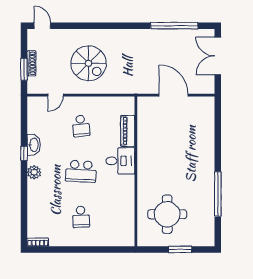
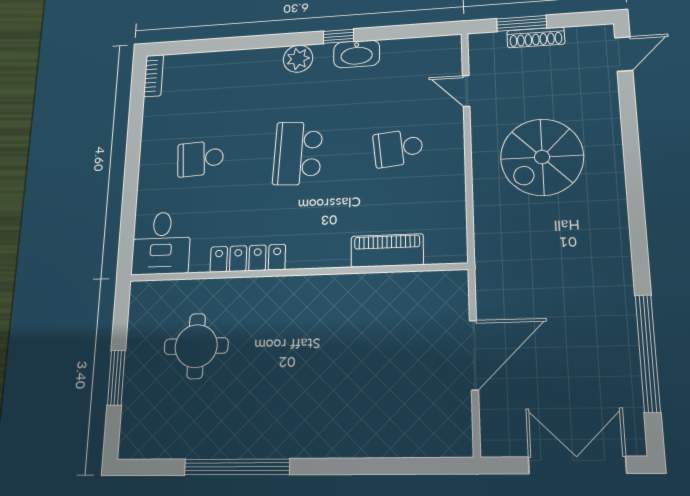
desk: (120, 161) -> (161, 243), moved
locker: (129, 193) -> (248, 258), added
round table: (167, 214) -> (196, 346), width x0.73, depth x0.73

